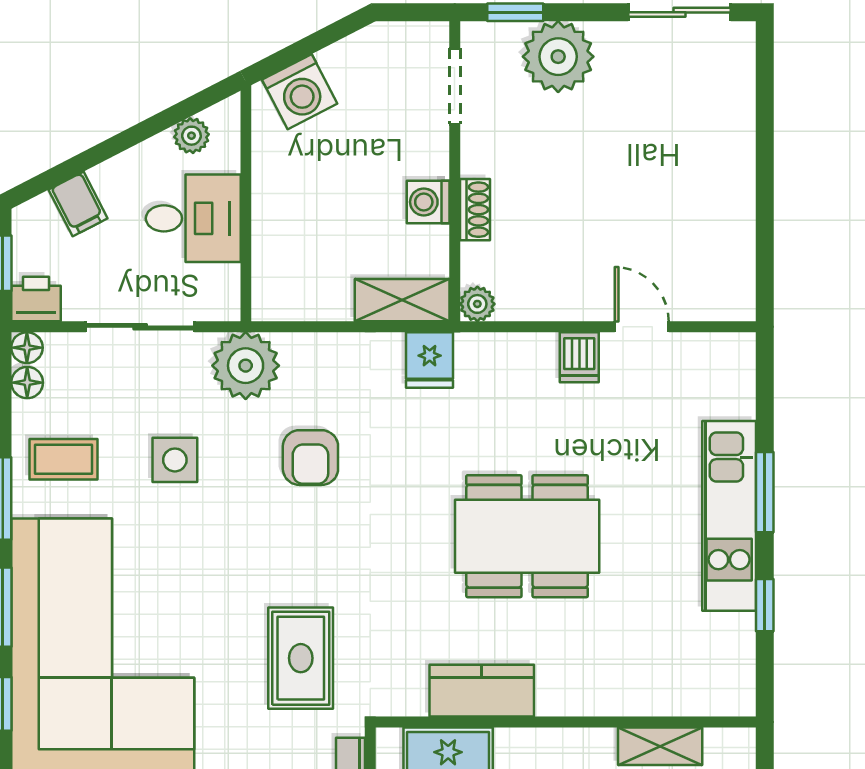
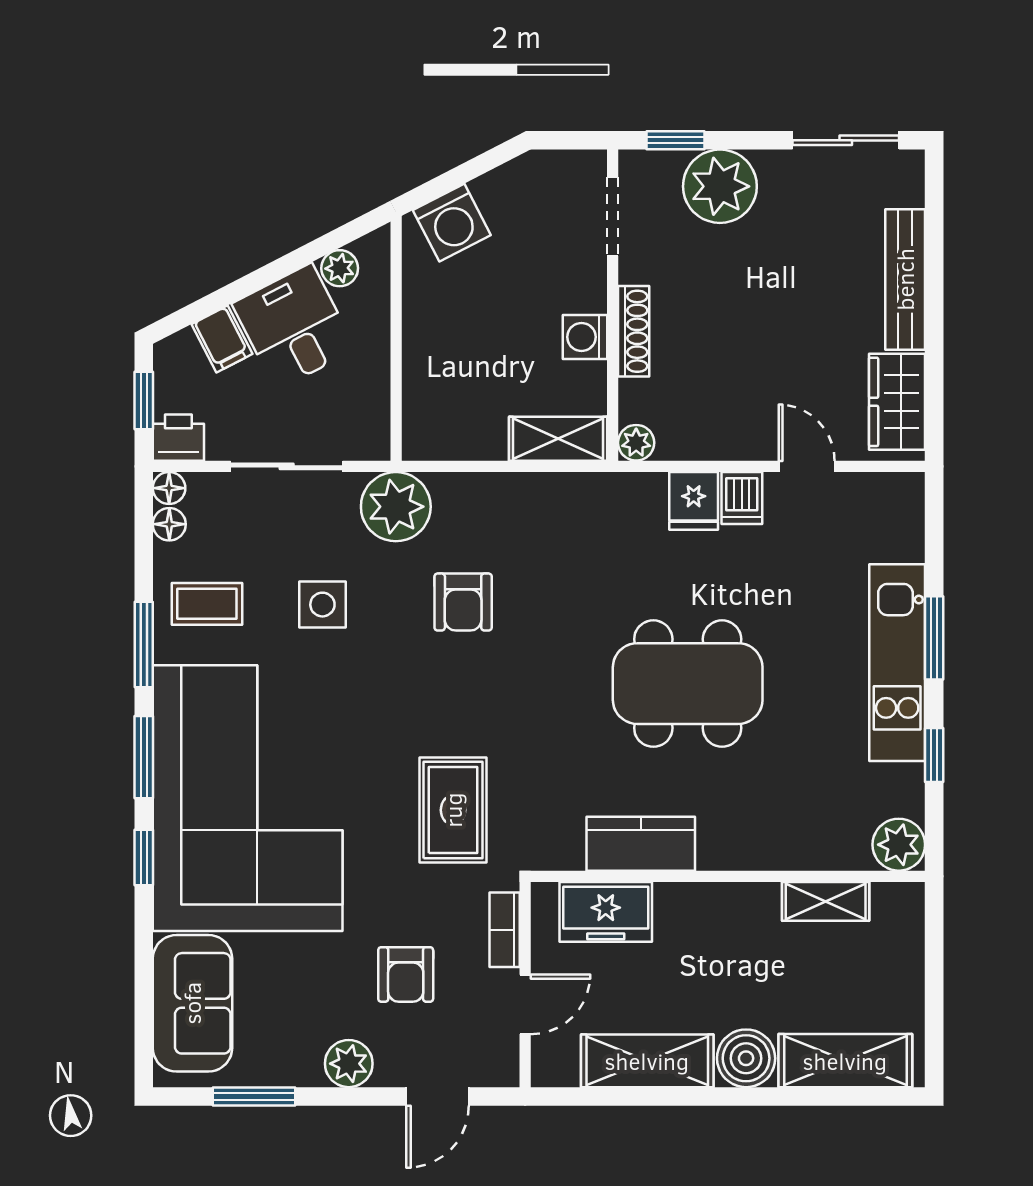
bench: (737, 147) -> (905, 279), added
shoe rack: (475, 210) -> (634, 331), width x1.43
desk: (193, 218) -> (294, 327), moved, turned -117
wardrobe: (729, 264) -> (897, 402), added
fridge: (430, 360) -> (694, 501), moved
plant: (731, 692) -> (899, 845), added

